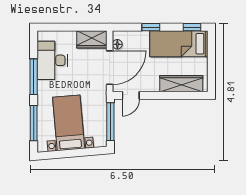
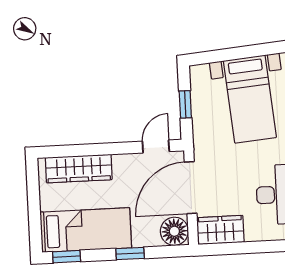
floor lamp: (117, 44) -> (174, 231), width x1.89, depth x1.89
window: (110, 122) -> (185, 104), width x0.46

